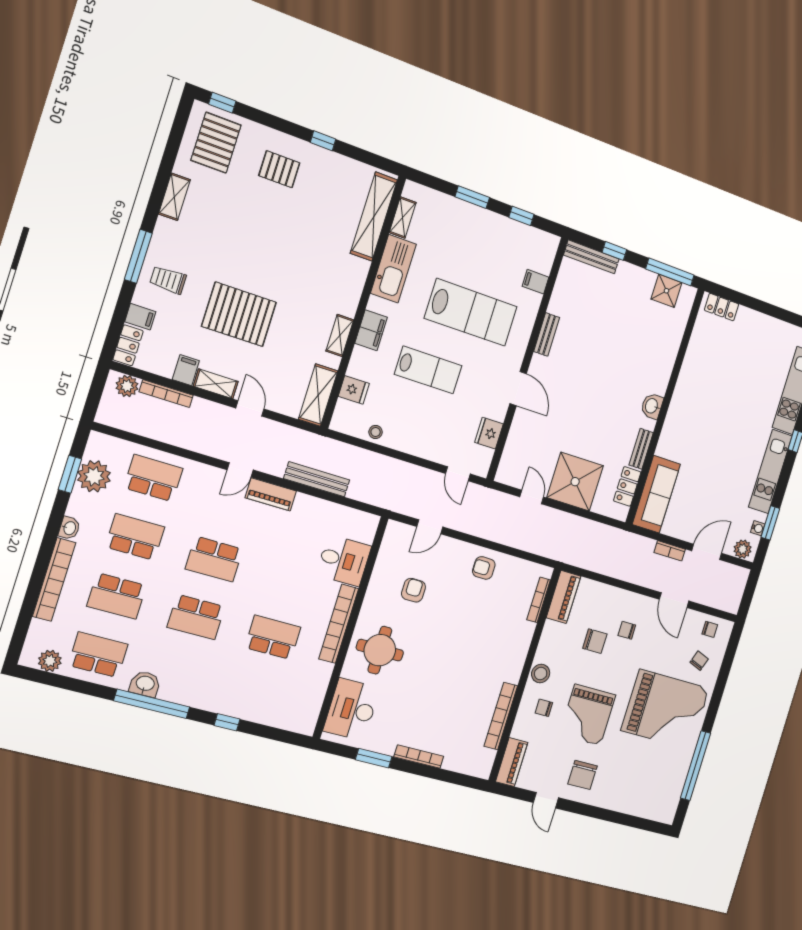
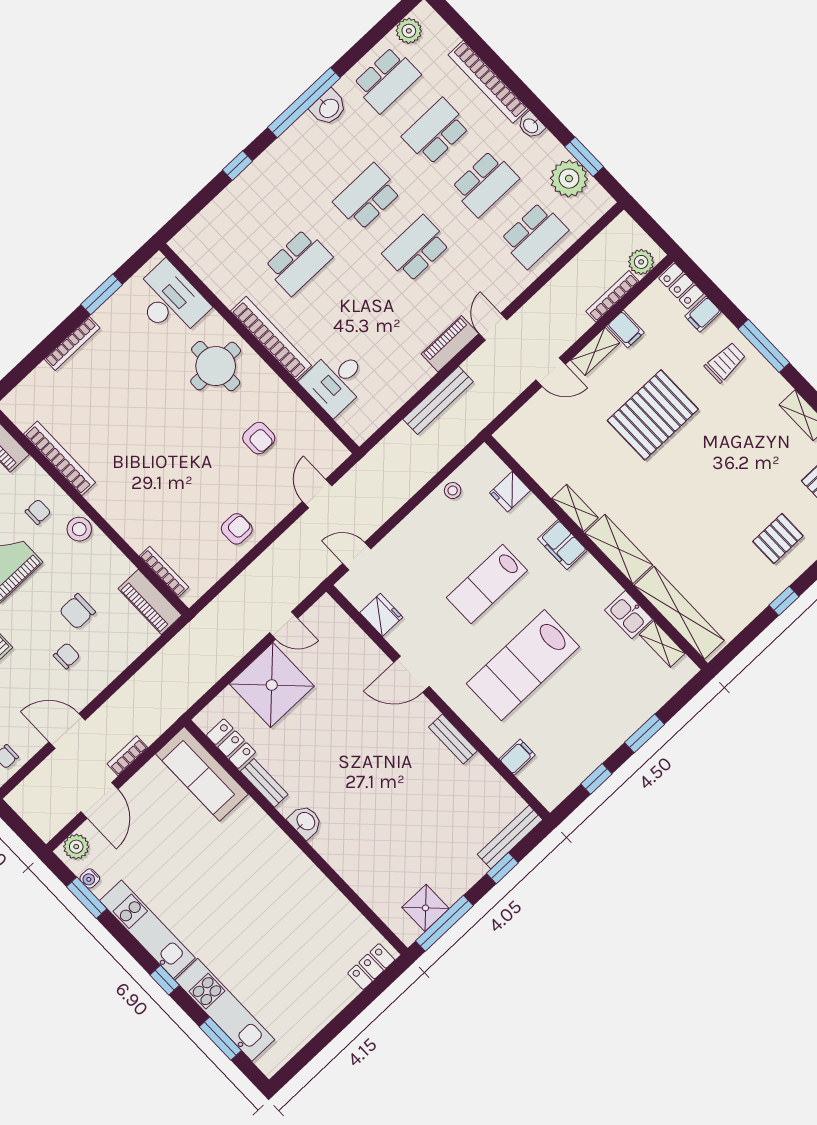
kitchen sink: (393, 269) -> (629, 615), width x0.53, depth x0.81
shelving: (318, 395) -> (619, 549), moved

